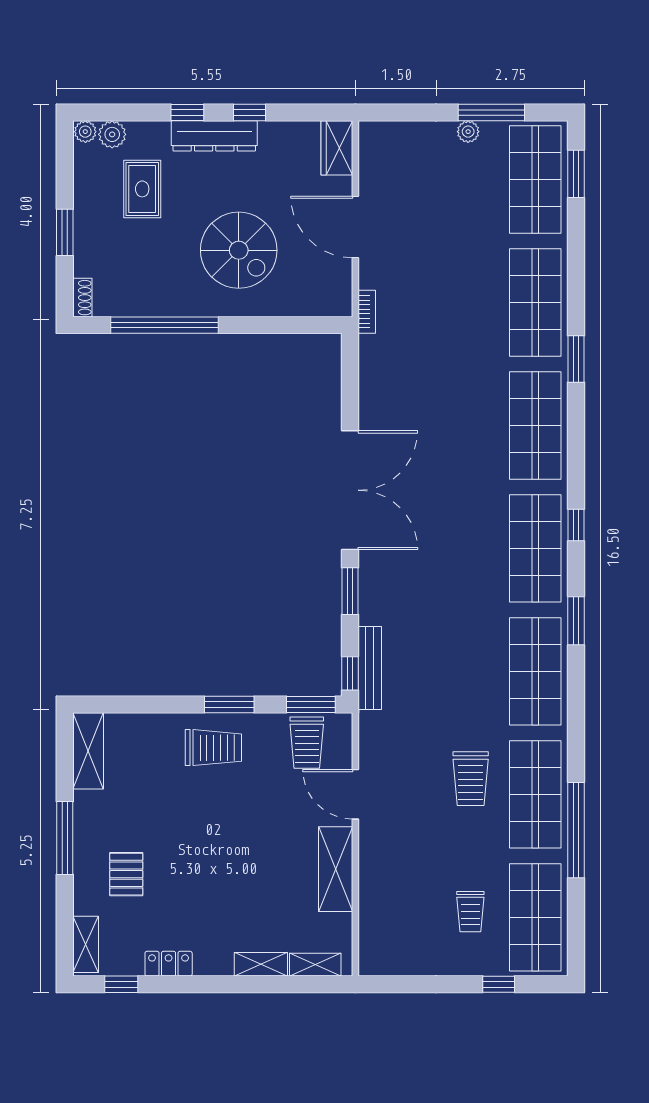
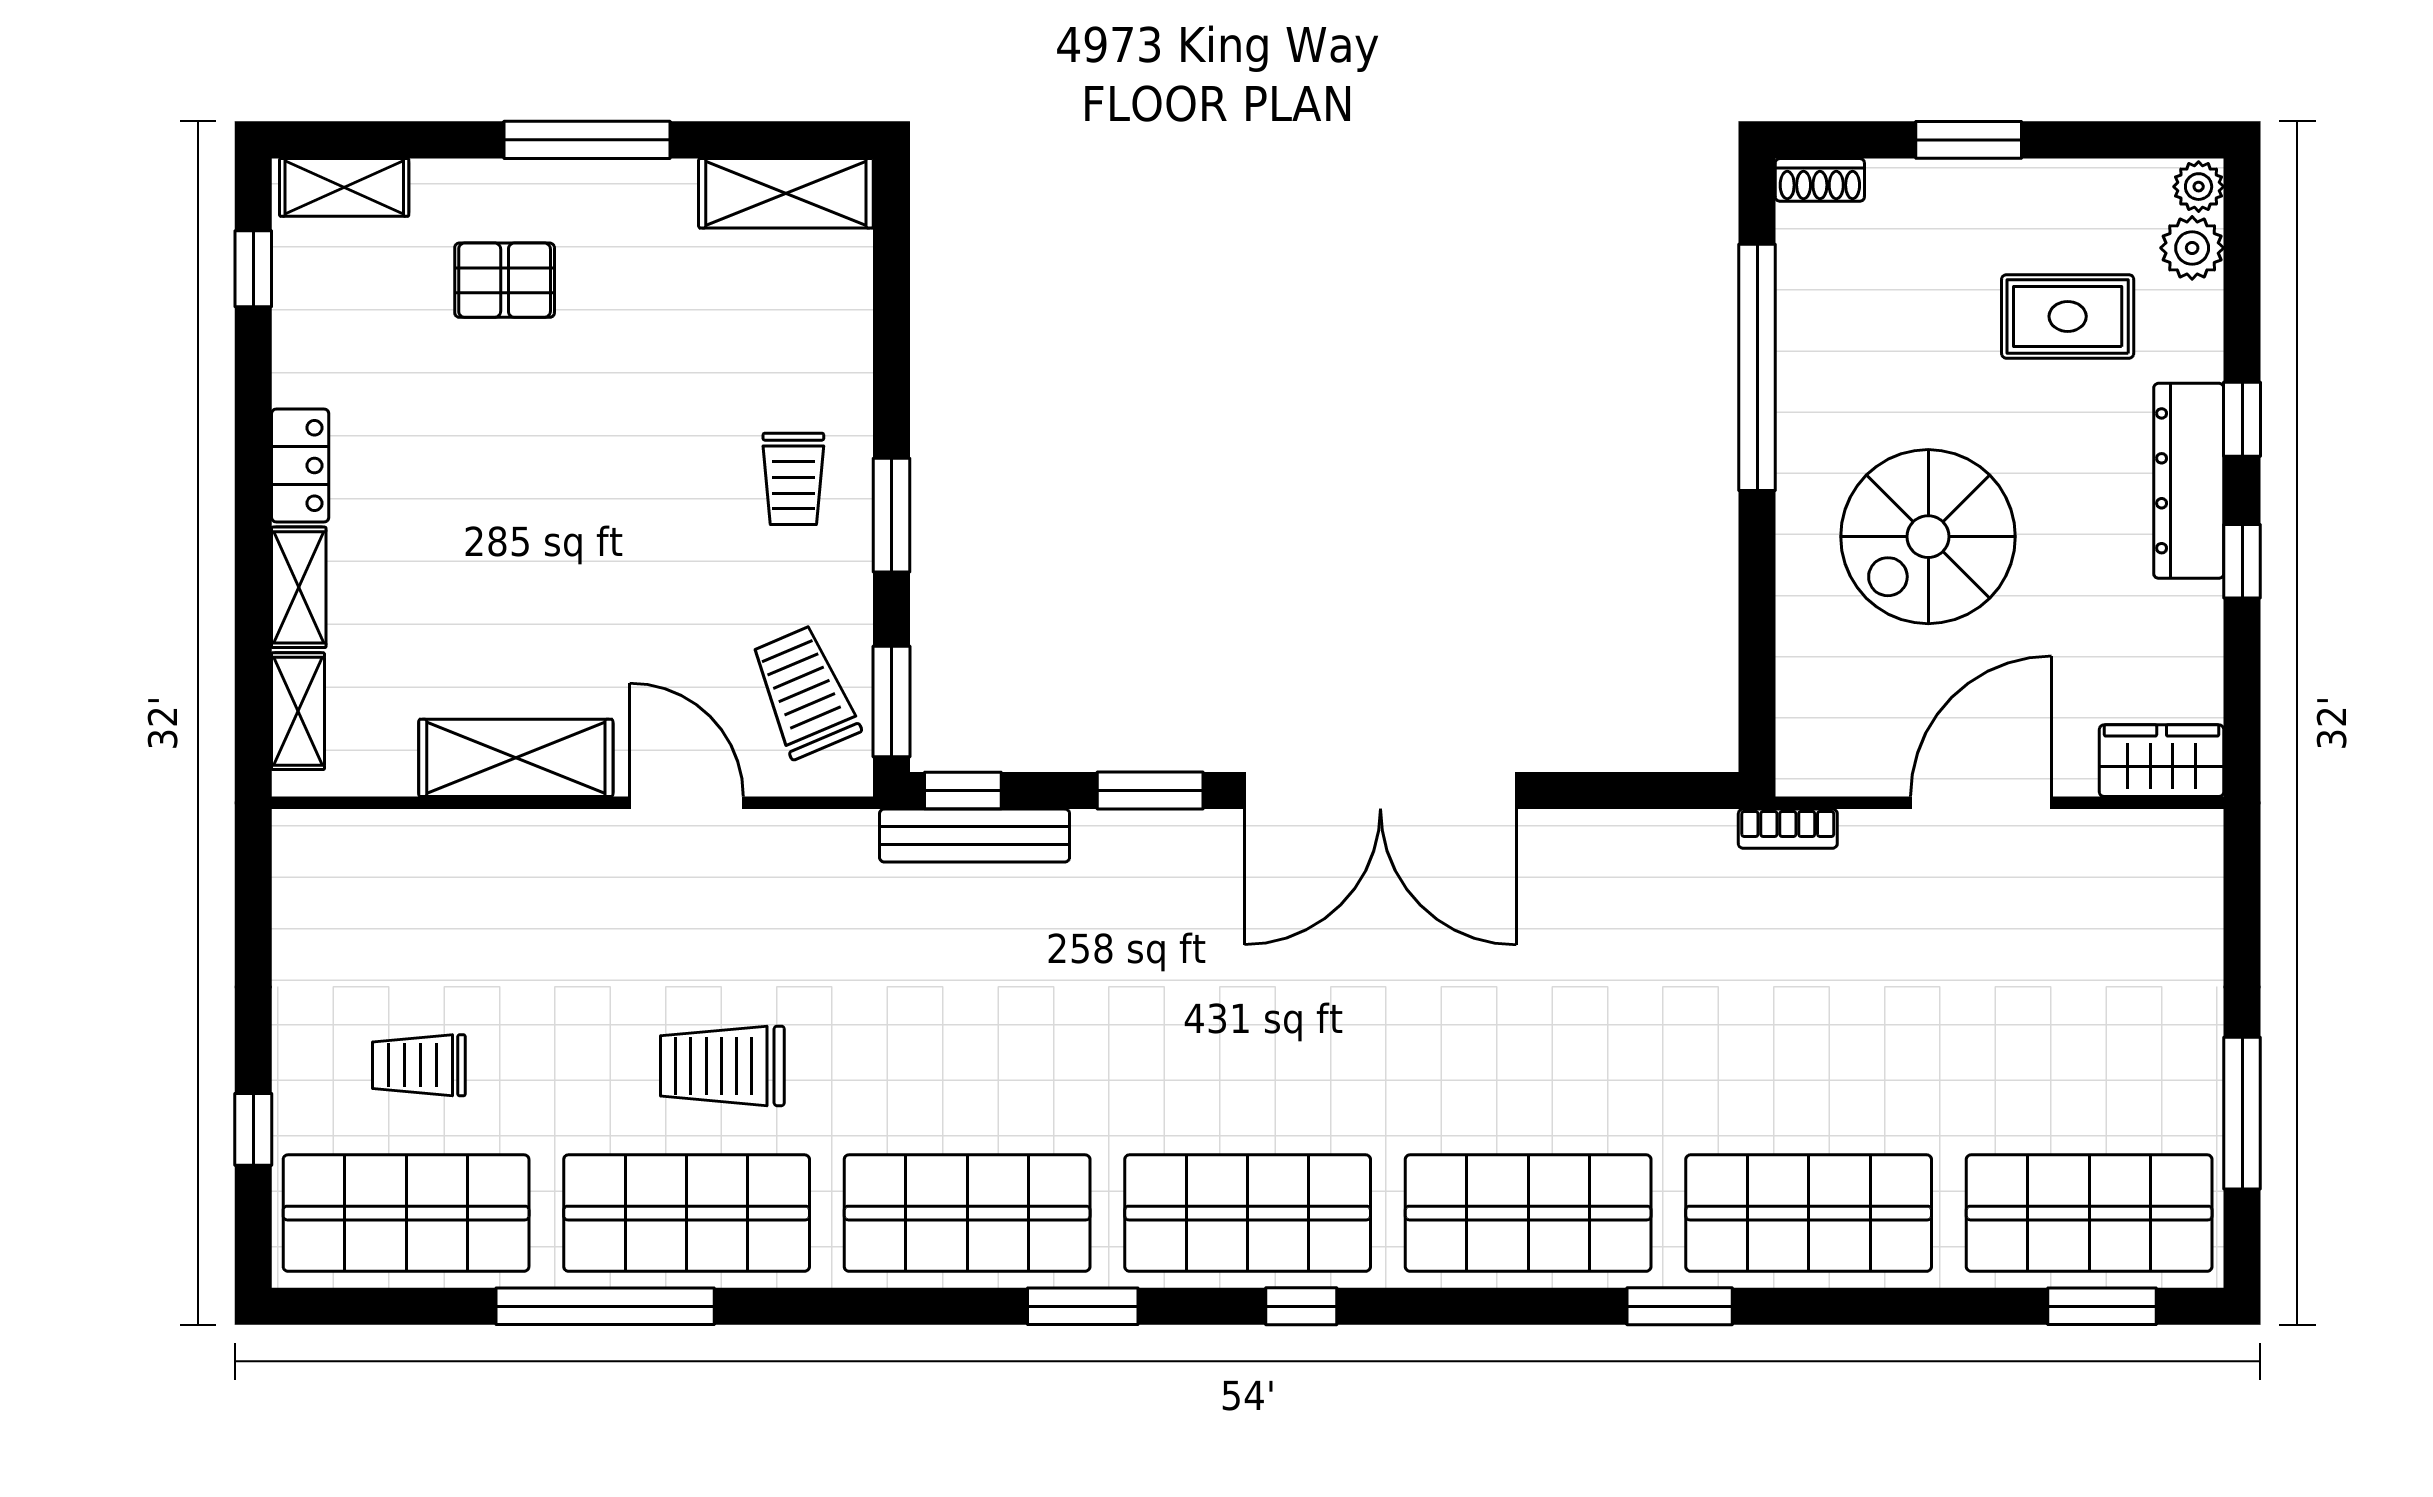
plant: (468, 132) -> (2199, 1060), removed
trolley: (307, 743) -> (805, 692), turned 67
trolley: (213, 748) -> (793, 479), width x0.73, depth x0.72
door: (355, 794) -> (687, 803), hinge flipped
locker: (169, 964) -> (300, 466), moved

